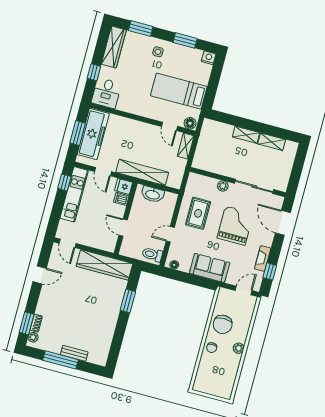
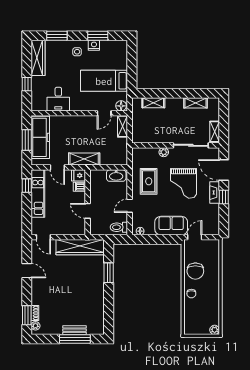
nightstand: (209, 58) -> (94, 45), moved
desk: (106, 93) -> (58, 99), moved
door: (169, 126) -> (104, 113), hinge flipped
shelving: (246, 135) -> (153, 103), moved
shelving: (142, 172) -> (84, 159), width x0.68
shelving: (284, 178) -> (215, 132), added
washbasin: (153, 194) -> (116, 176), moved
grand piano: (235, 226) -> (184, 183), turned 180
fireplace: (263, 258) -> (215, 193), moved
window: (270, 271) -> (224, 197), moved
door: (40, 275) -> (27, 271), hinge flipped
door: (244, 291) -> (195, 237), moved
plant: (239, 348) -> (215, 330), moved
window: (60, 360) -> (75, 339), moved

